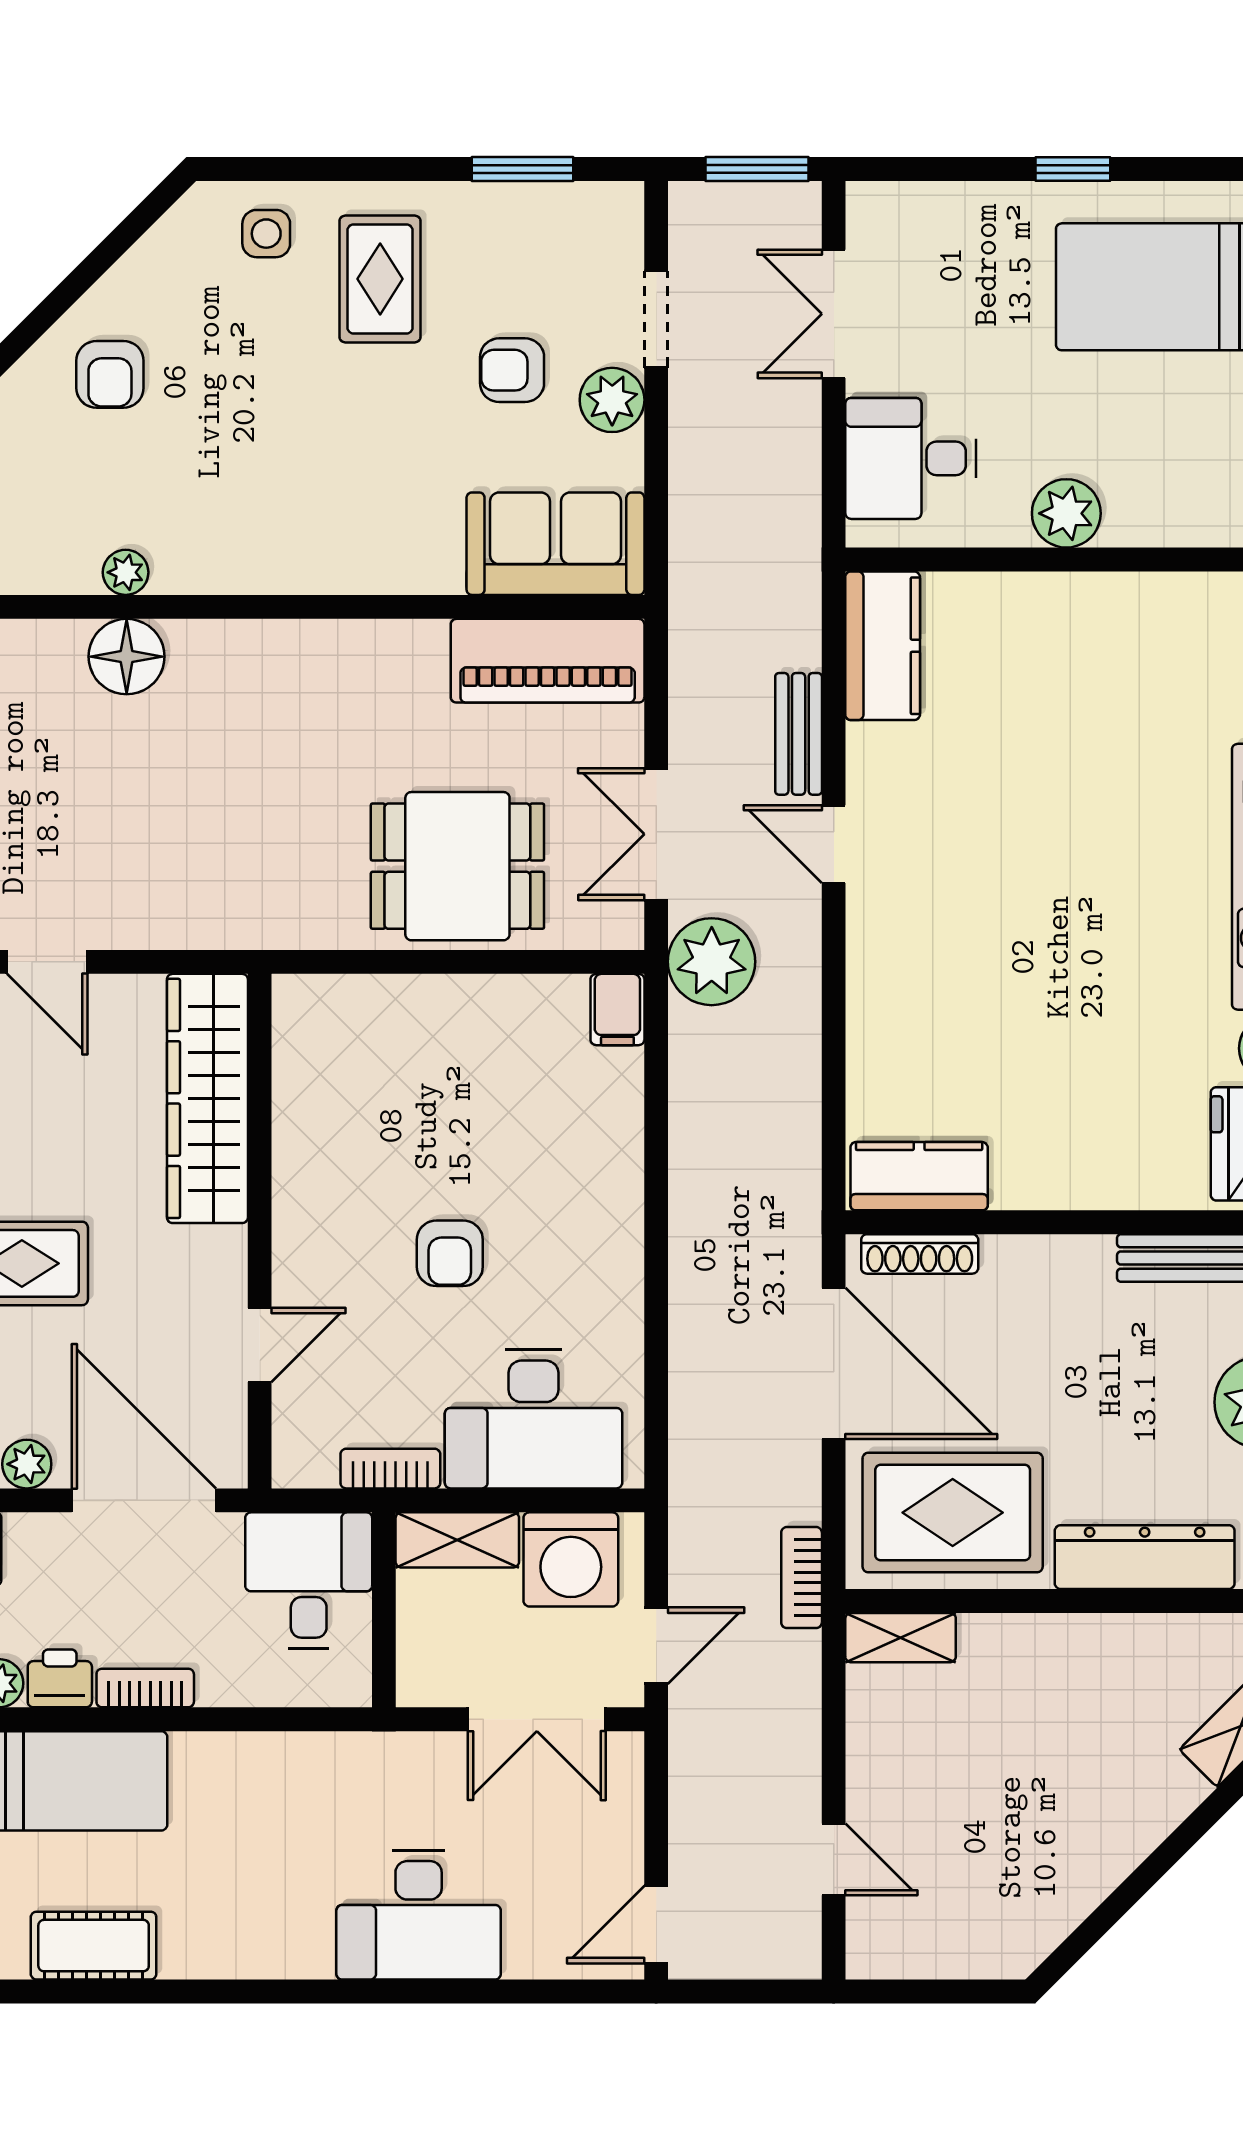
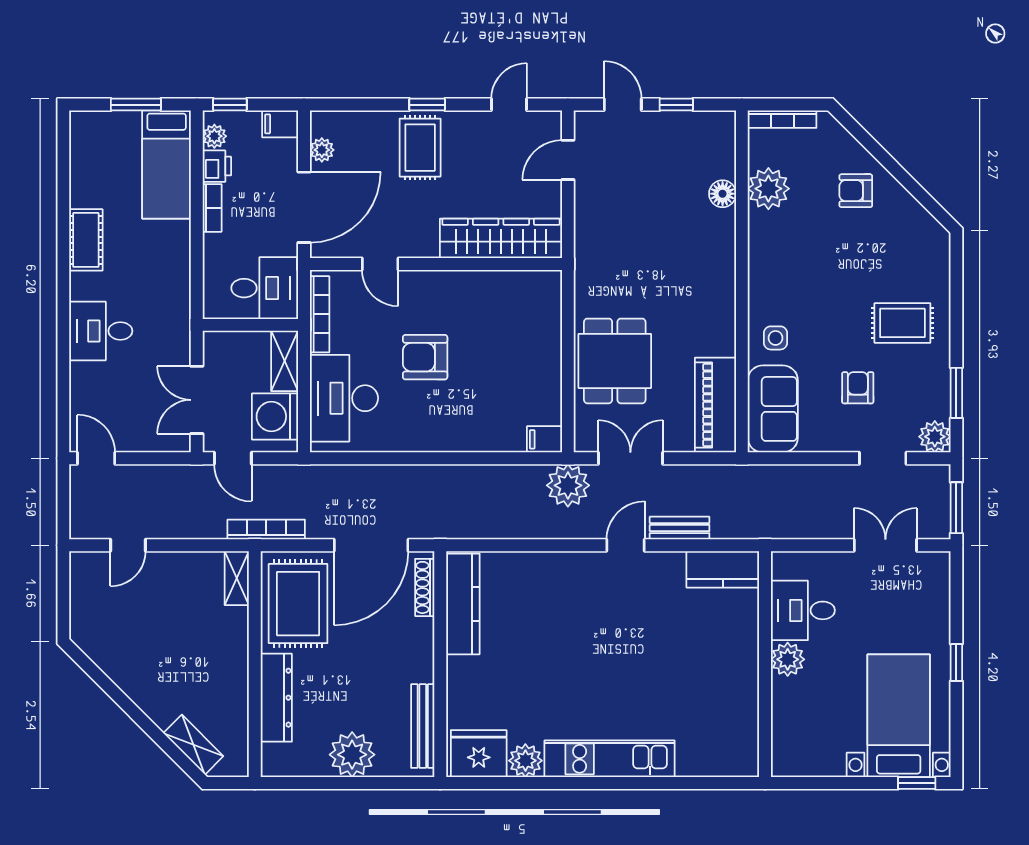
side table: (266, 234) -> (776, 338), moved
plant: (612, 400) -> (935, 437), moved
desk: (911, 458) -> (803, 610), moved, turned -90
plant: (126, 572) -> (768, 189), width x1.88, depth x1.88
floor lamp: (127, 657) -> (723, 194), width x0.73, depth x0.73
kitchen counter: (919, 1176) -> (463, 604), width x1.50
armchair: (450, 1253) -> (425, 357), width x1.38, depth x1.38
bookcase: (390, 1469) -> (320, 314), width x1.56
bookcase: (802, 1578) -> (266, 530), width x1.56
desk: (419, 1915) -> (101, 331), width x0.73
cot: (94, 1946) -> (86, 240), moved

